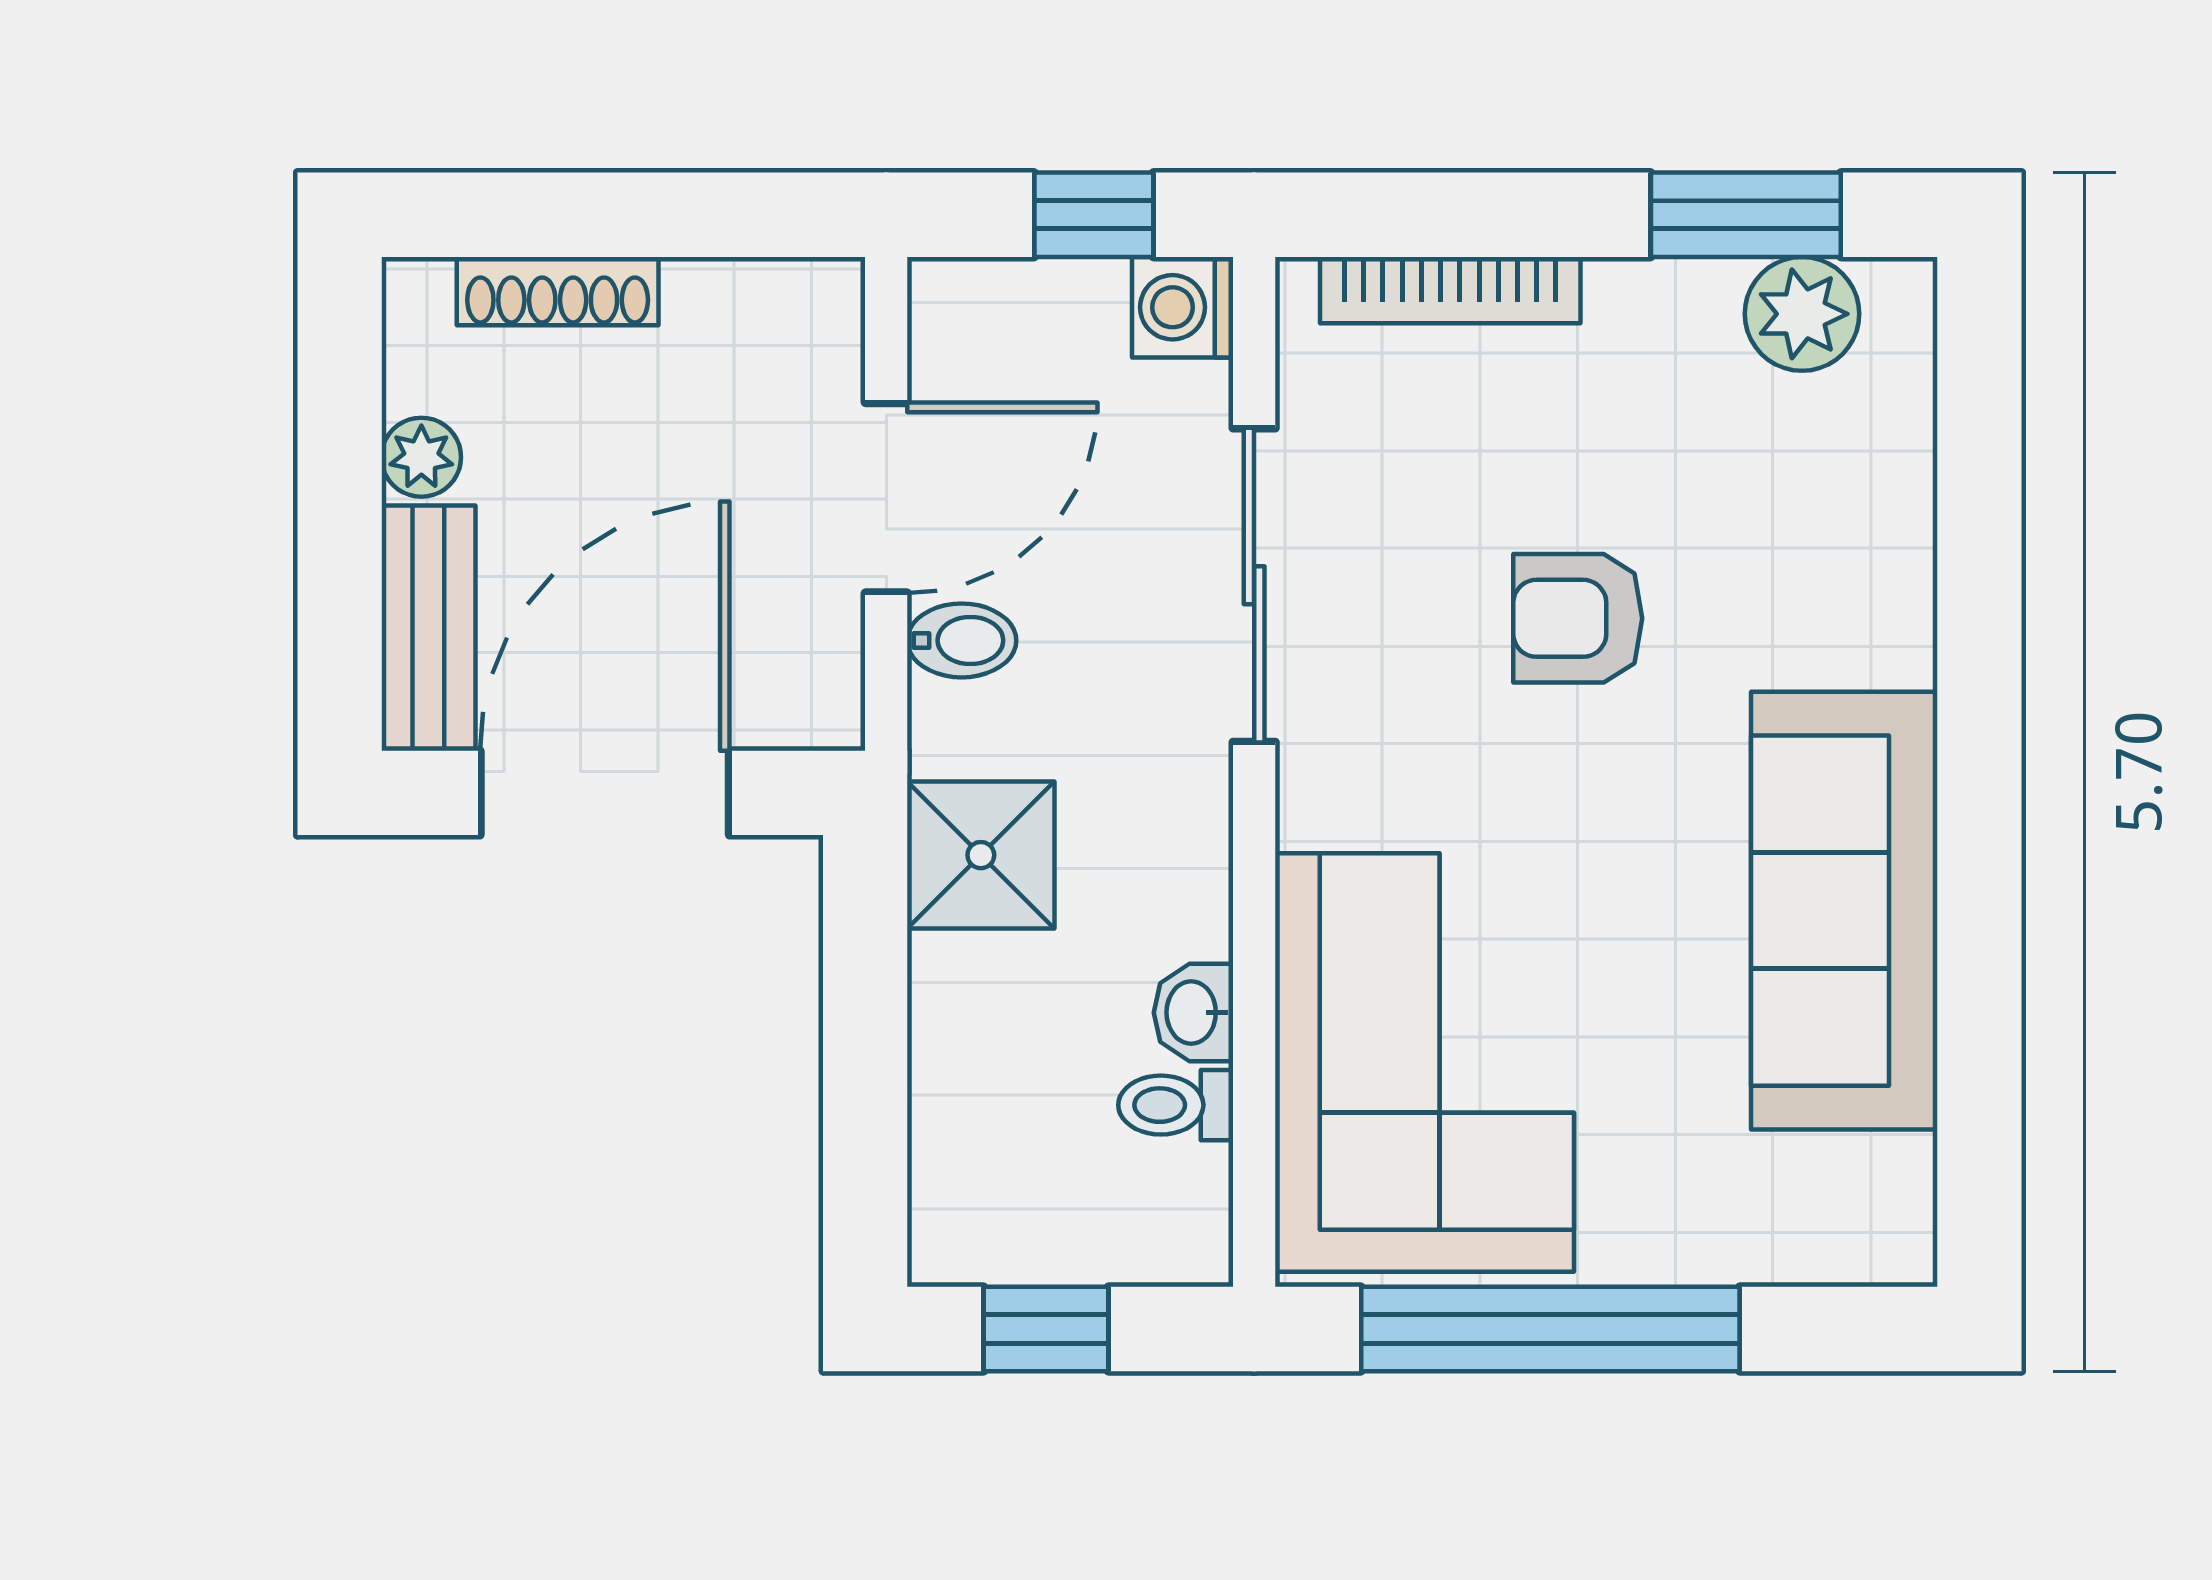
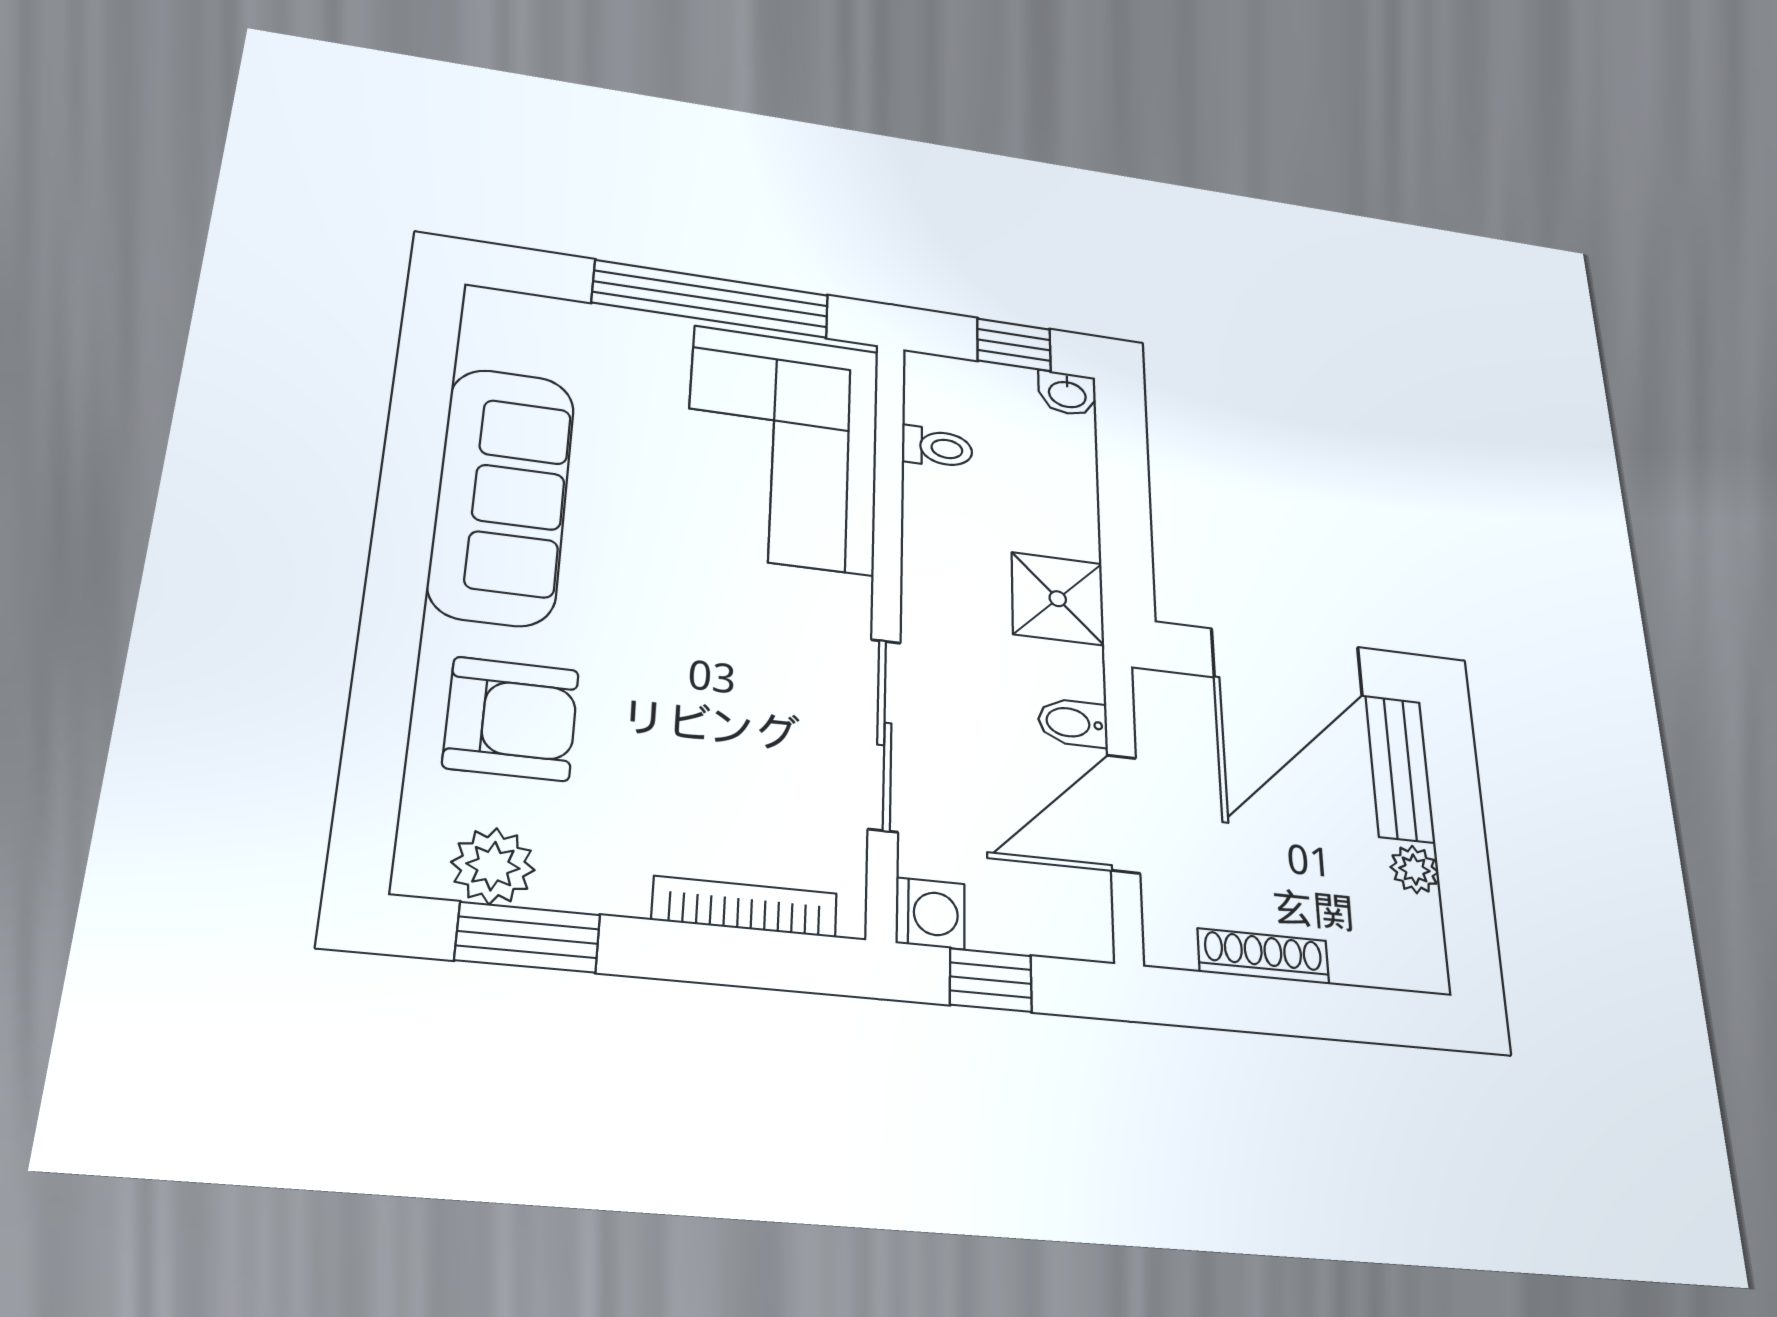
shoe rack: (558, 291) -> (1263, 956), moved
armchair: (1578, 618) -> (511, 719), moved, width x1.38, depth x1.38
washbasin: (1194, 1013) -> (1067, 393), moved, turned 90

